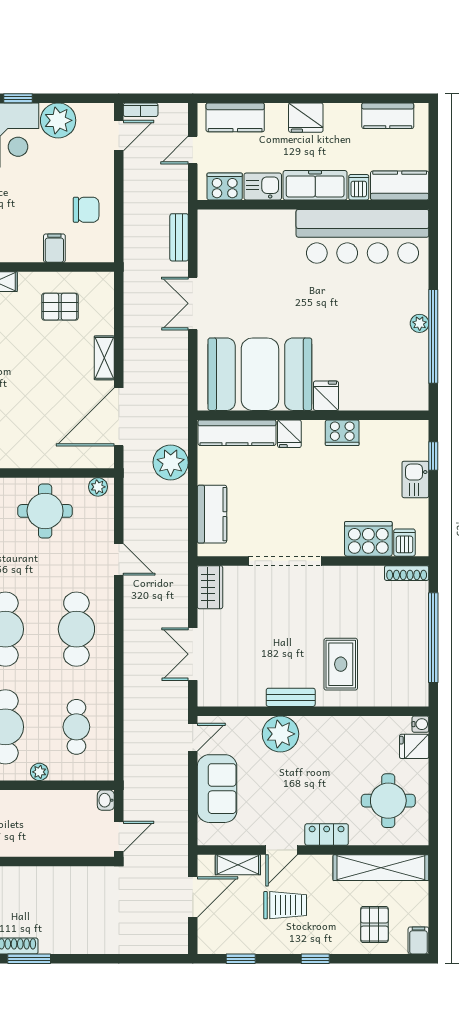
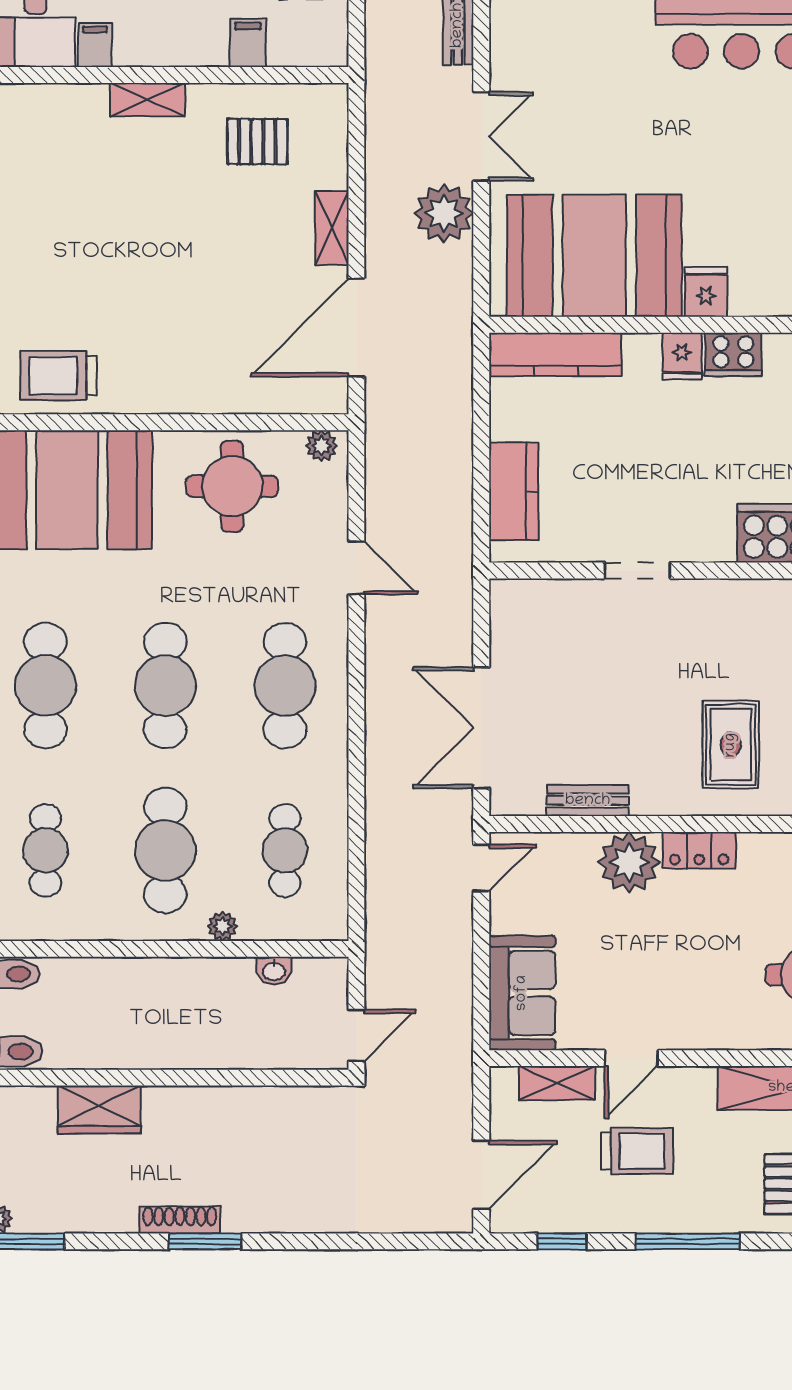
double door: (193, 303) -> (481, 136), swing flipped
fridge: (289, 434) -> (682, 356), moved
plant: (171, 463) -> (444, 213), moved
doorway: (285, 561) -> (637, 570), width x0.53
wardrobe: (210, 587) -> (510, 615), removed
double door: (193, 654) -> (481, 728), width x1.37
bench: (291, 697) -> (588, 801), moved
sofa: (217, 789) -> (522, 993), moved
washbasin: (106, 800) -> (274, 971), moved, turned -90
locker: (327, 834) -> (699, 850), moved, turned 180
door: (193, 897) -> (481, 1175), moved
window: (315, 959) -> (688, 1241), width x2.17

